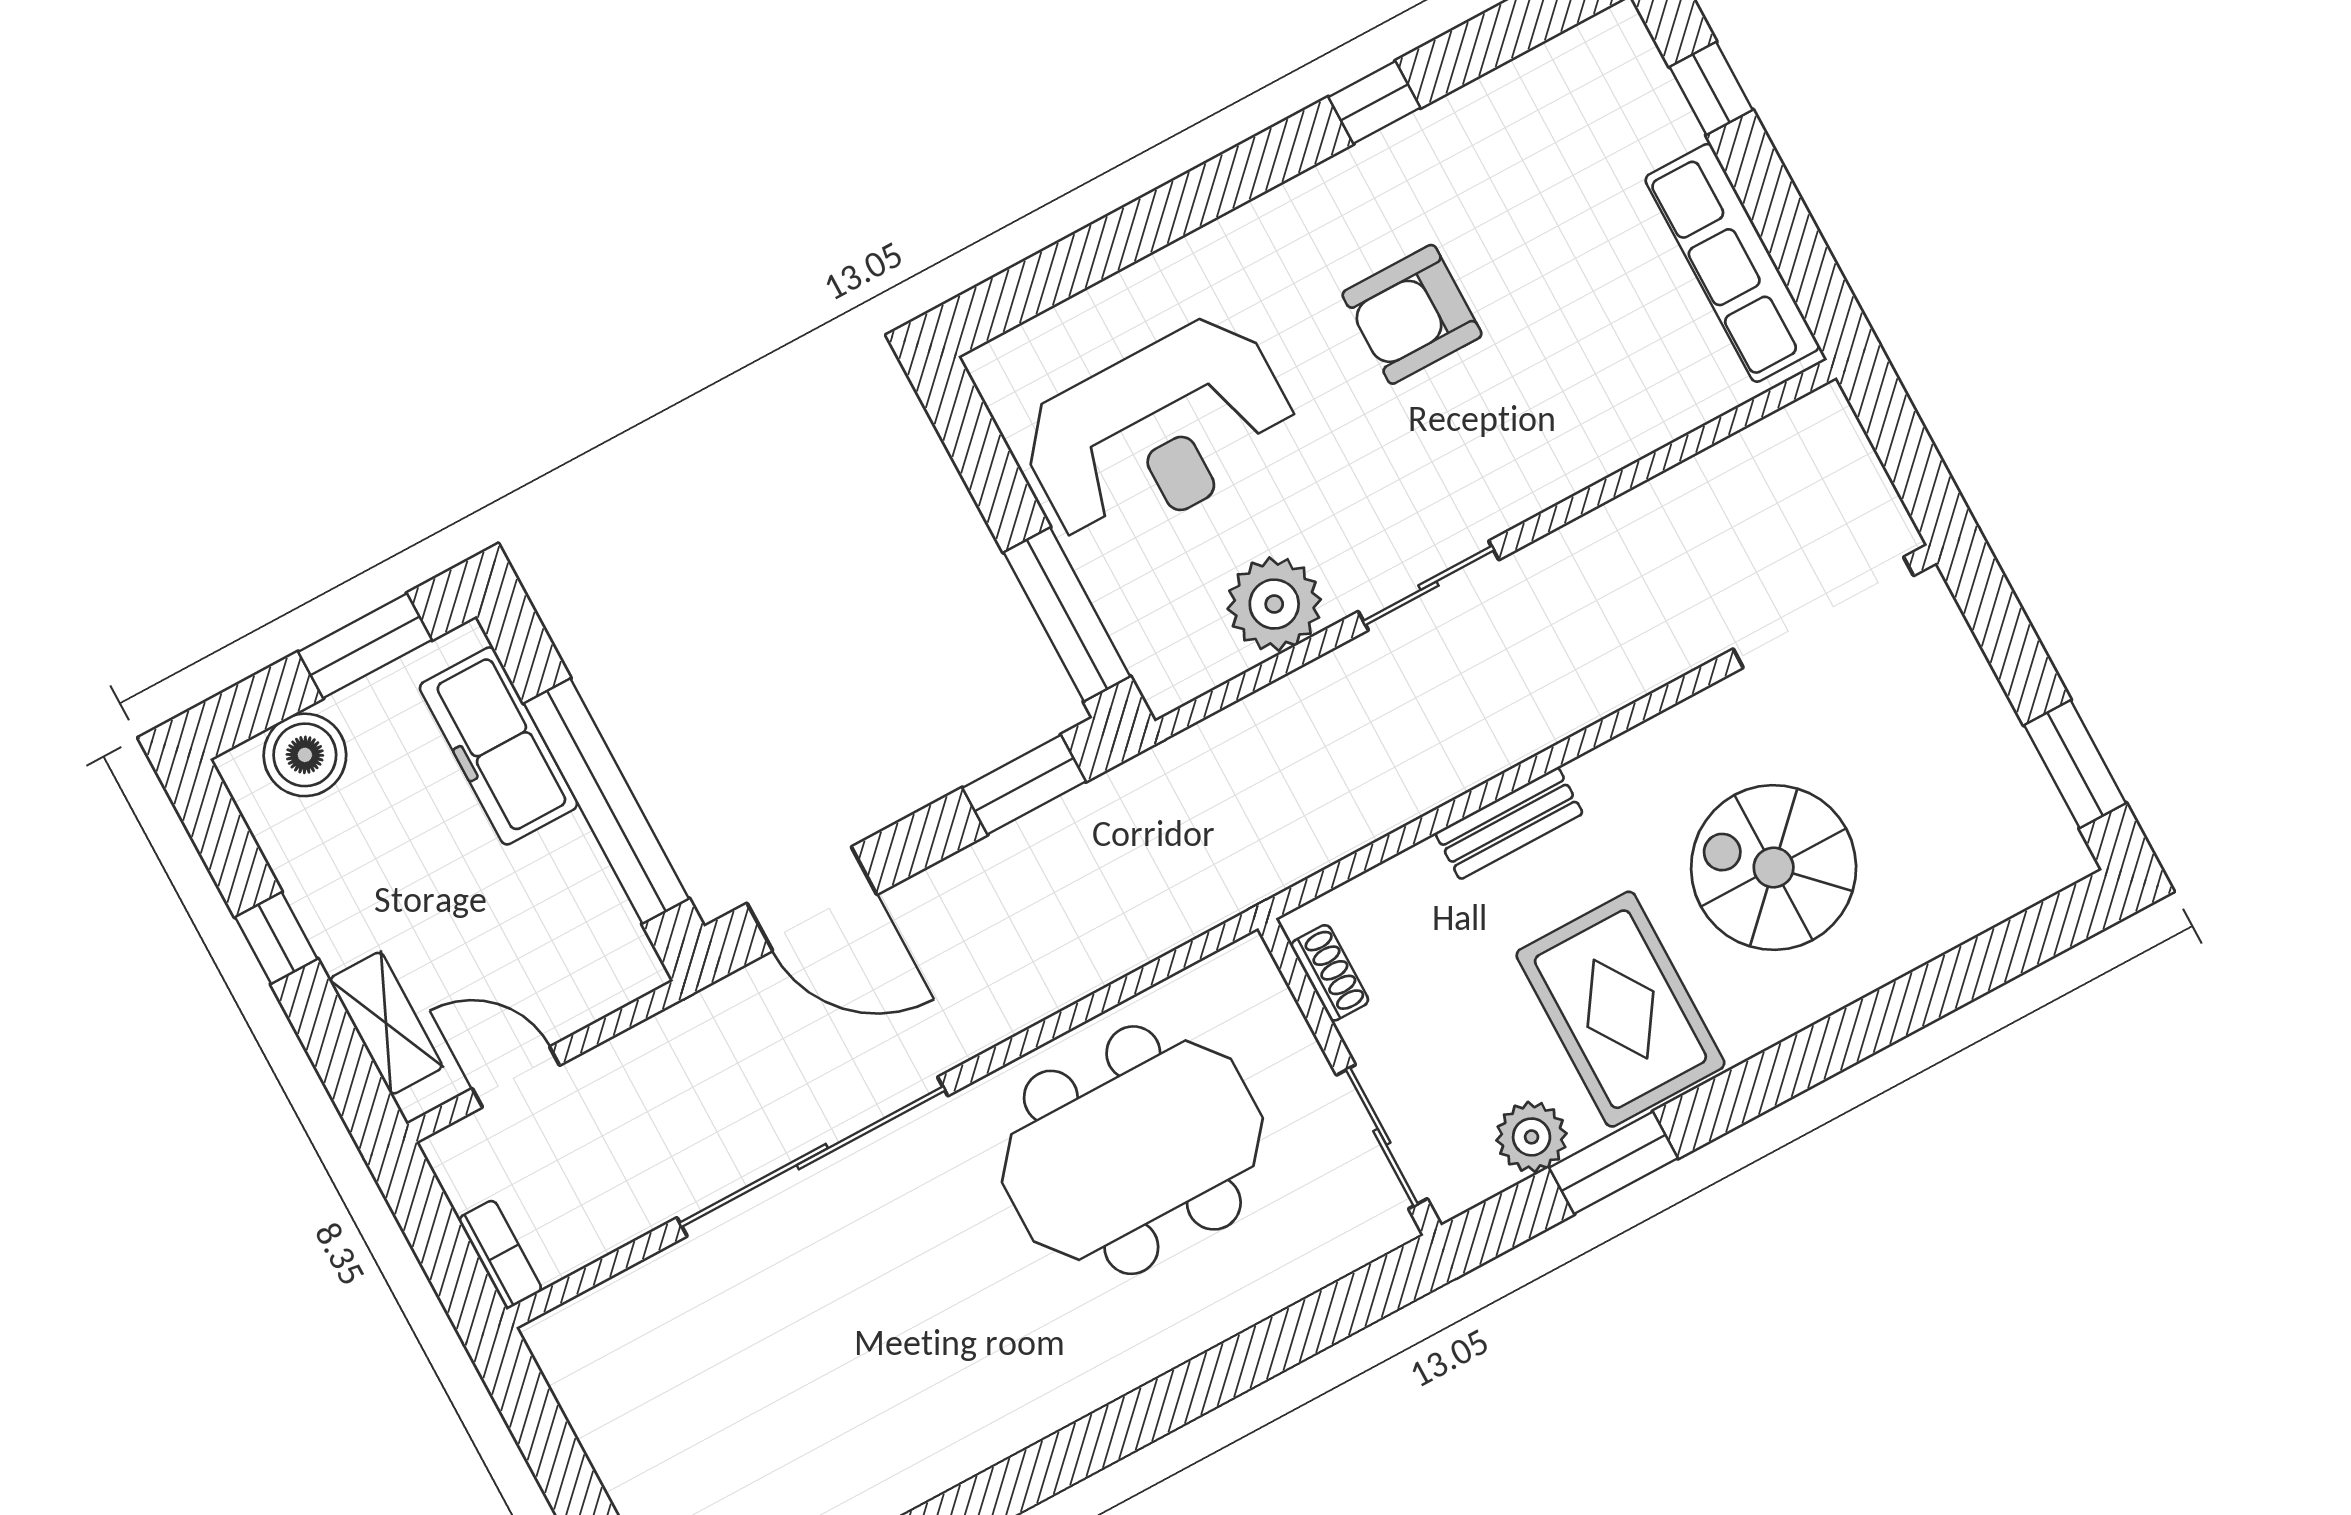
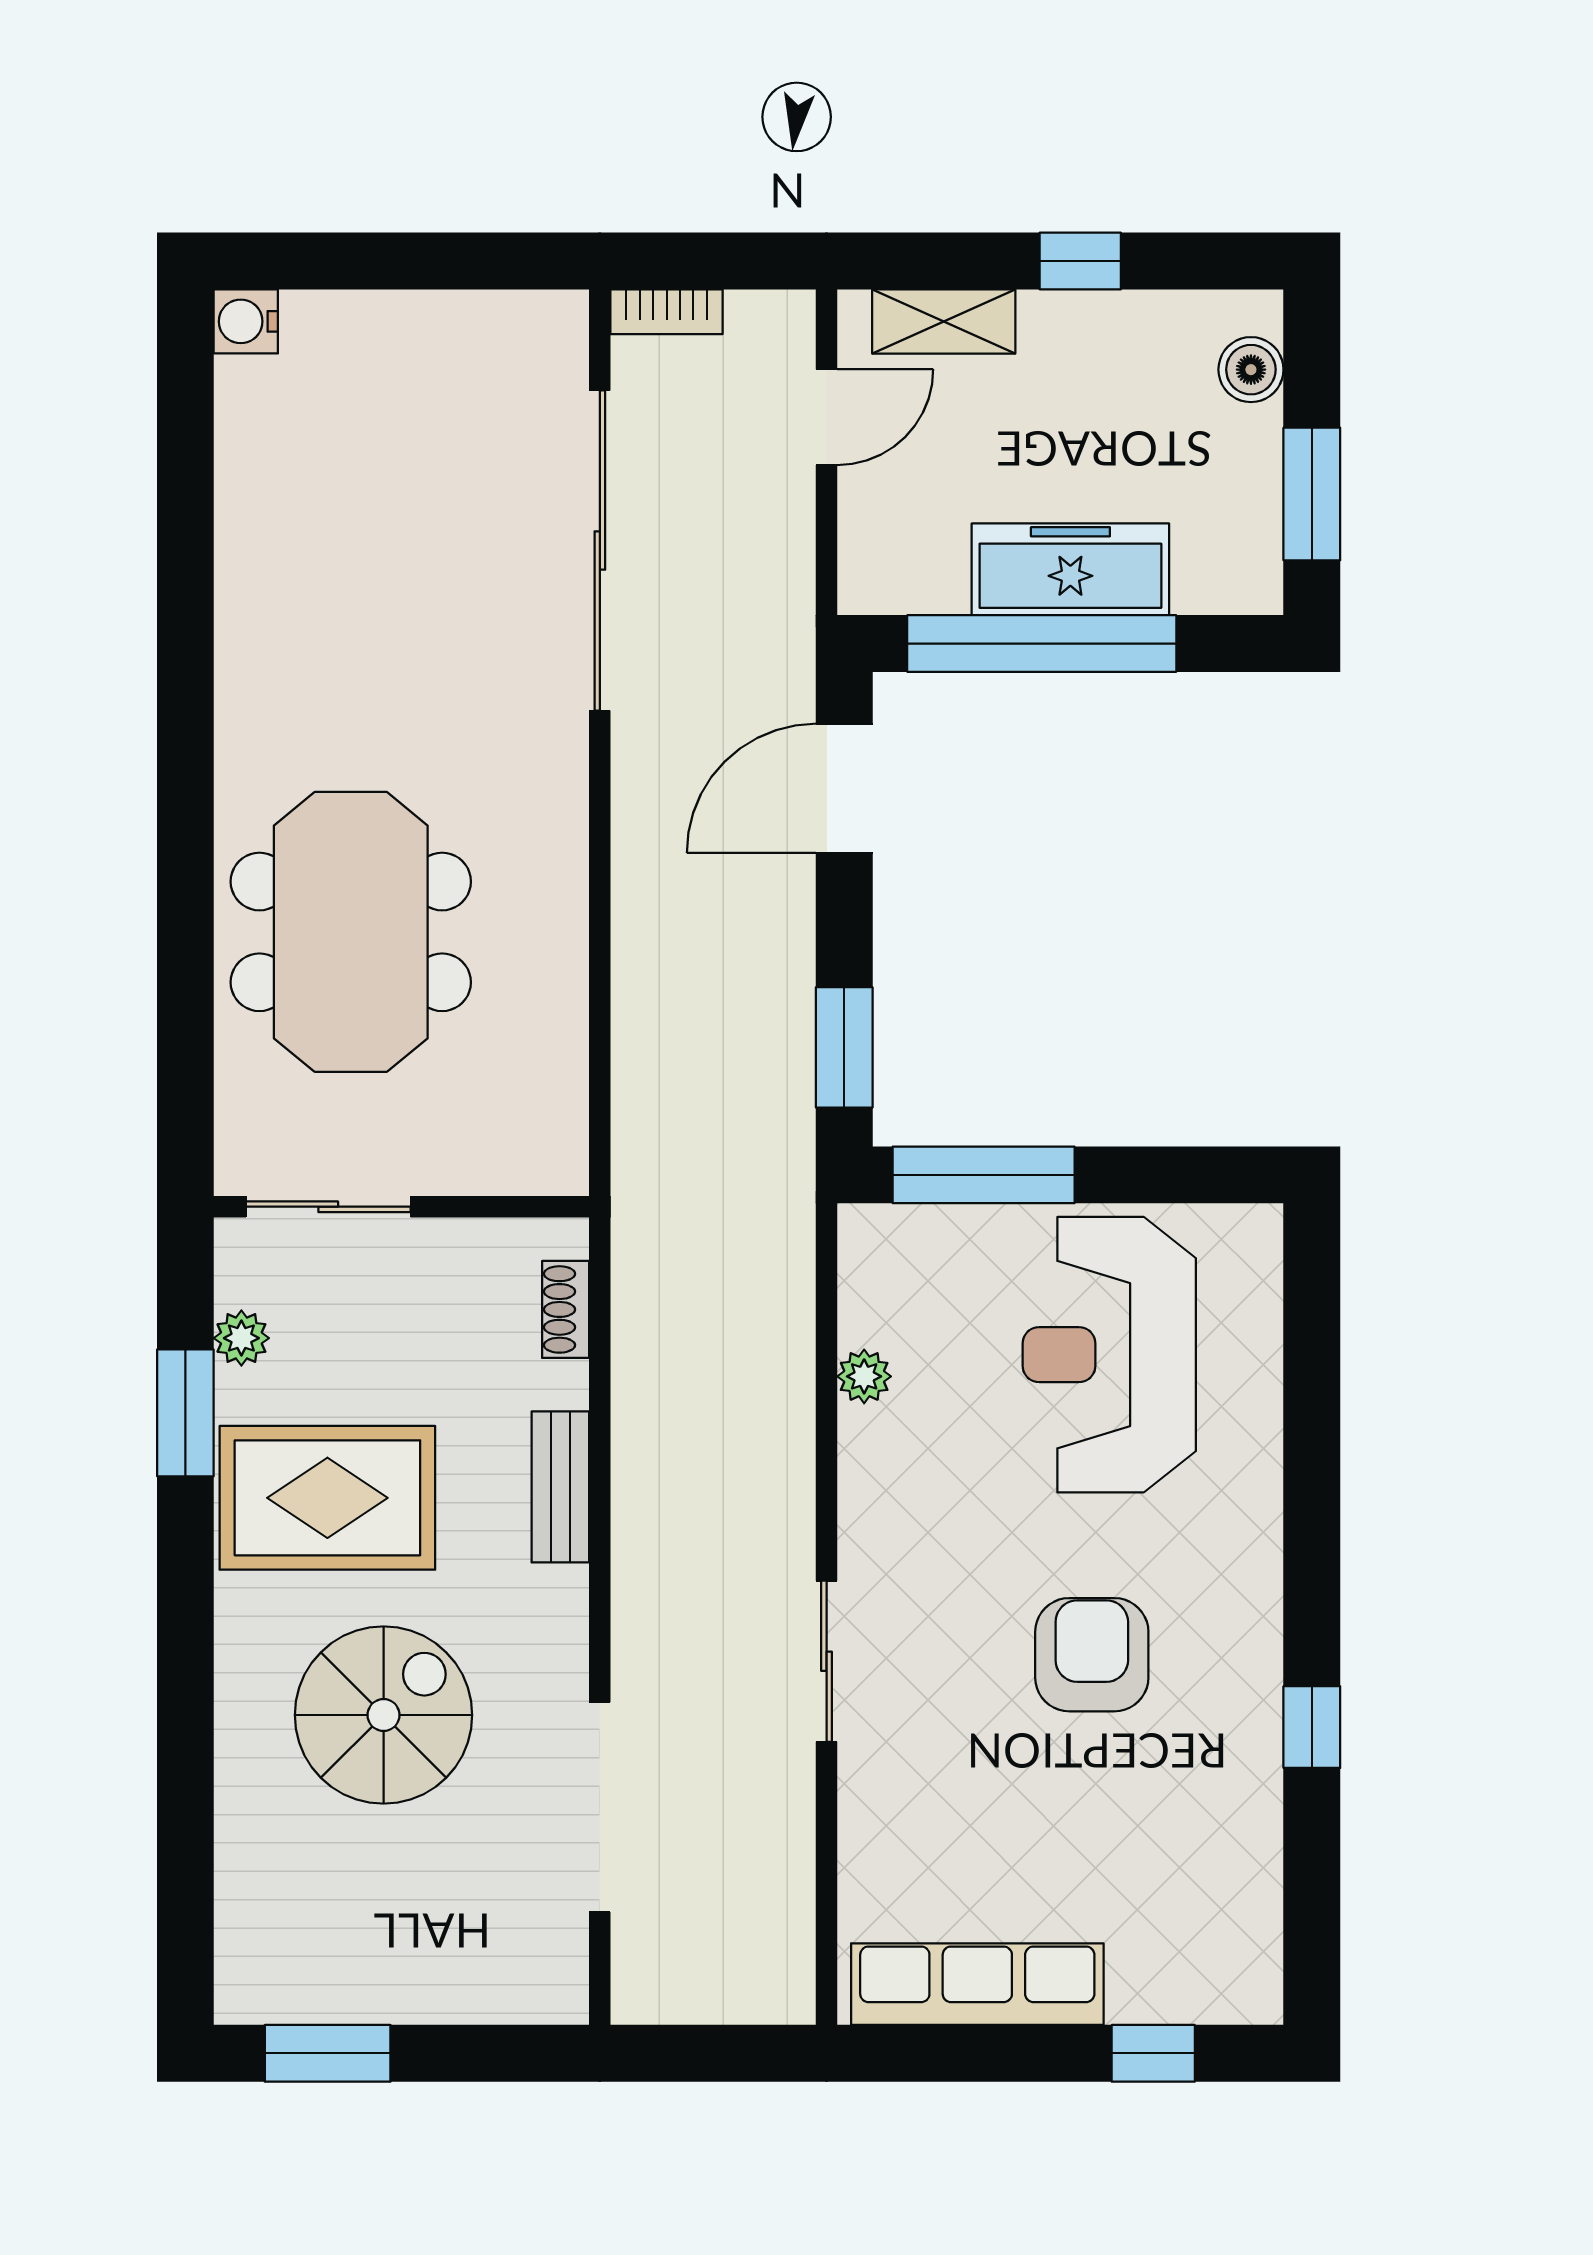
sliding door: (1428, 586) -> (827, 1661), moved
plant: (1274, 604) -> (864, 1376), width x0.53, depth x0.53
doorway: (1823, 612) -> (600, 1807), moved
freezer: (498, 746) -> (1070, 569), moved
boiler: (305, 755) -> (1251, 370), width x0.73, depth x0.73
shoe rack: (1330, 973) -> (566, 1309), moved, turned 90
plant: (1532, 1137) -> (241, 1338), width x0.73, depth x0.73
meeting table: (1132, 1150) -> (351, 932), moved
sliding door: (812, 1157) -> (600, 550), moved

